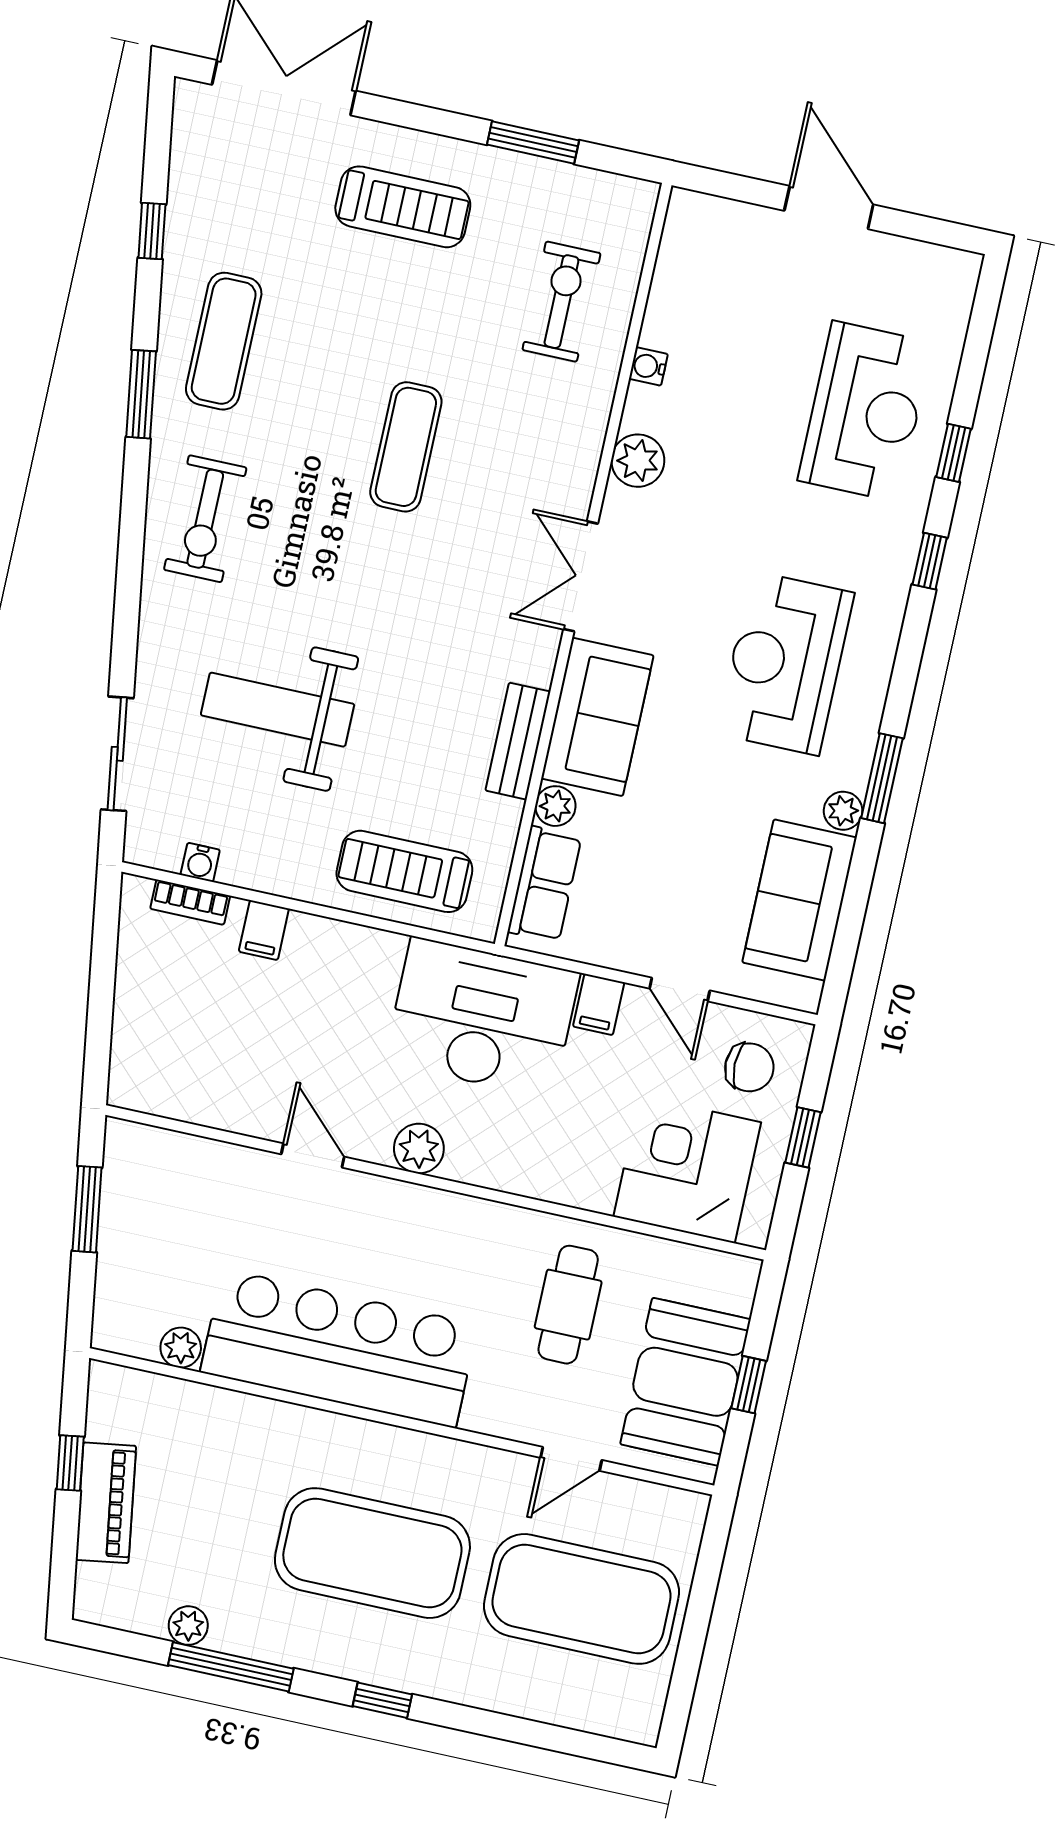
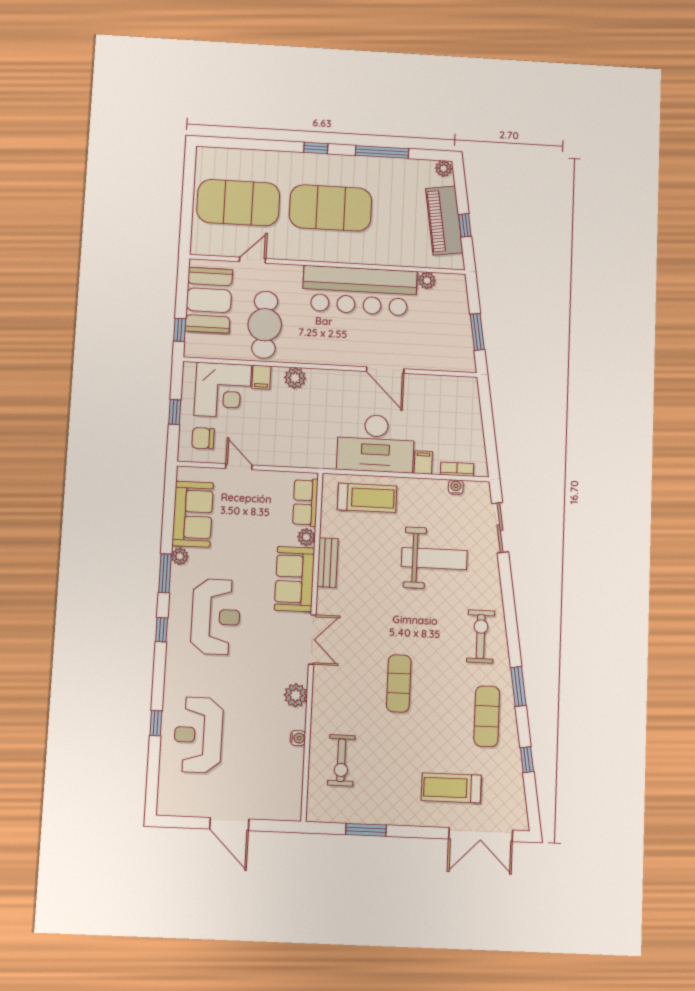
treadmill: (403, 207) -> (451, 788), moved
window: (930, 561) -> (162, 630), moved
filing cabinet: (599, 1004) -> (261, 377), moved, turned 180
desk: (482, 1018) -> (376, 443), moved
plant: (419, 1148) -> (295, 378), moved
door: (313, 1155) -> (385, 370), width x1.38
cafe table: (568, 1305) -> (265, 325), width x1.37, depth x1.35
window: (749, 1385) -> (180, 330), moved
piano: (106, 1503) -> (444, 221), width x1.37, depth x1.33
plant: (188, 1626) -> (443, 169), moved

